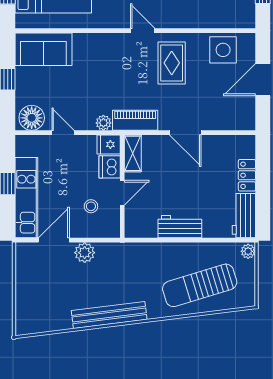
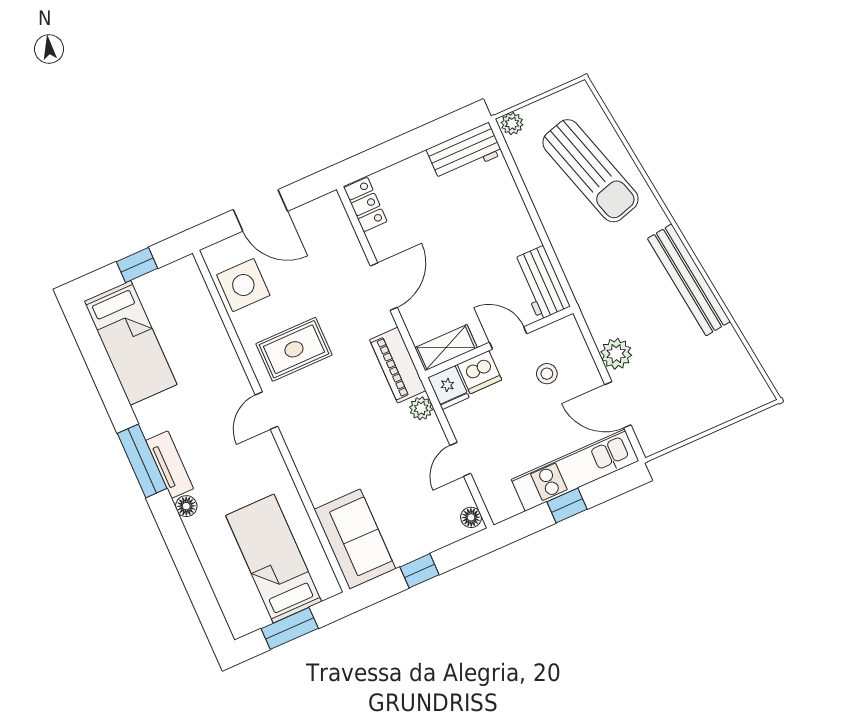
floor lamp: (32, 118) -> (471, 517), width x0.53, depth x0.53
locker: (247, 175) -> (365, 205), moved, turned -90
workbench: (180, 227) -> (541, 283), moved

